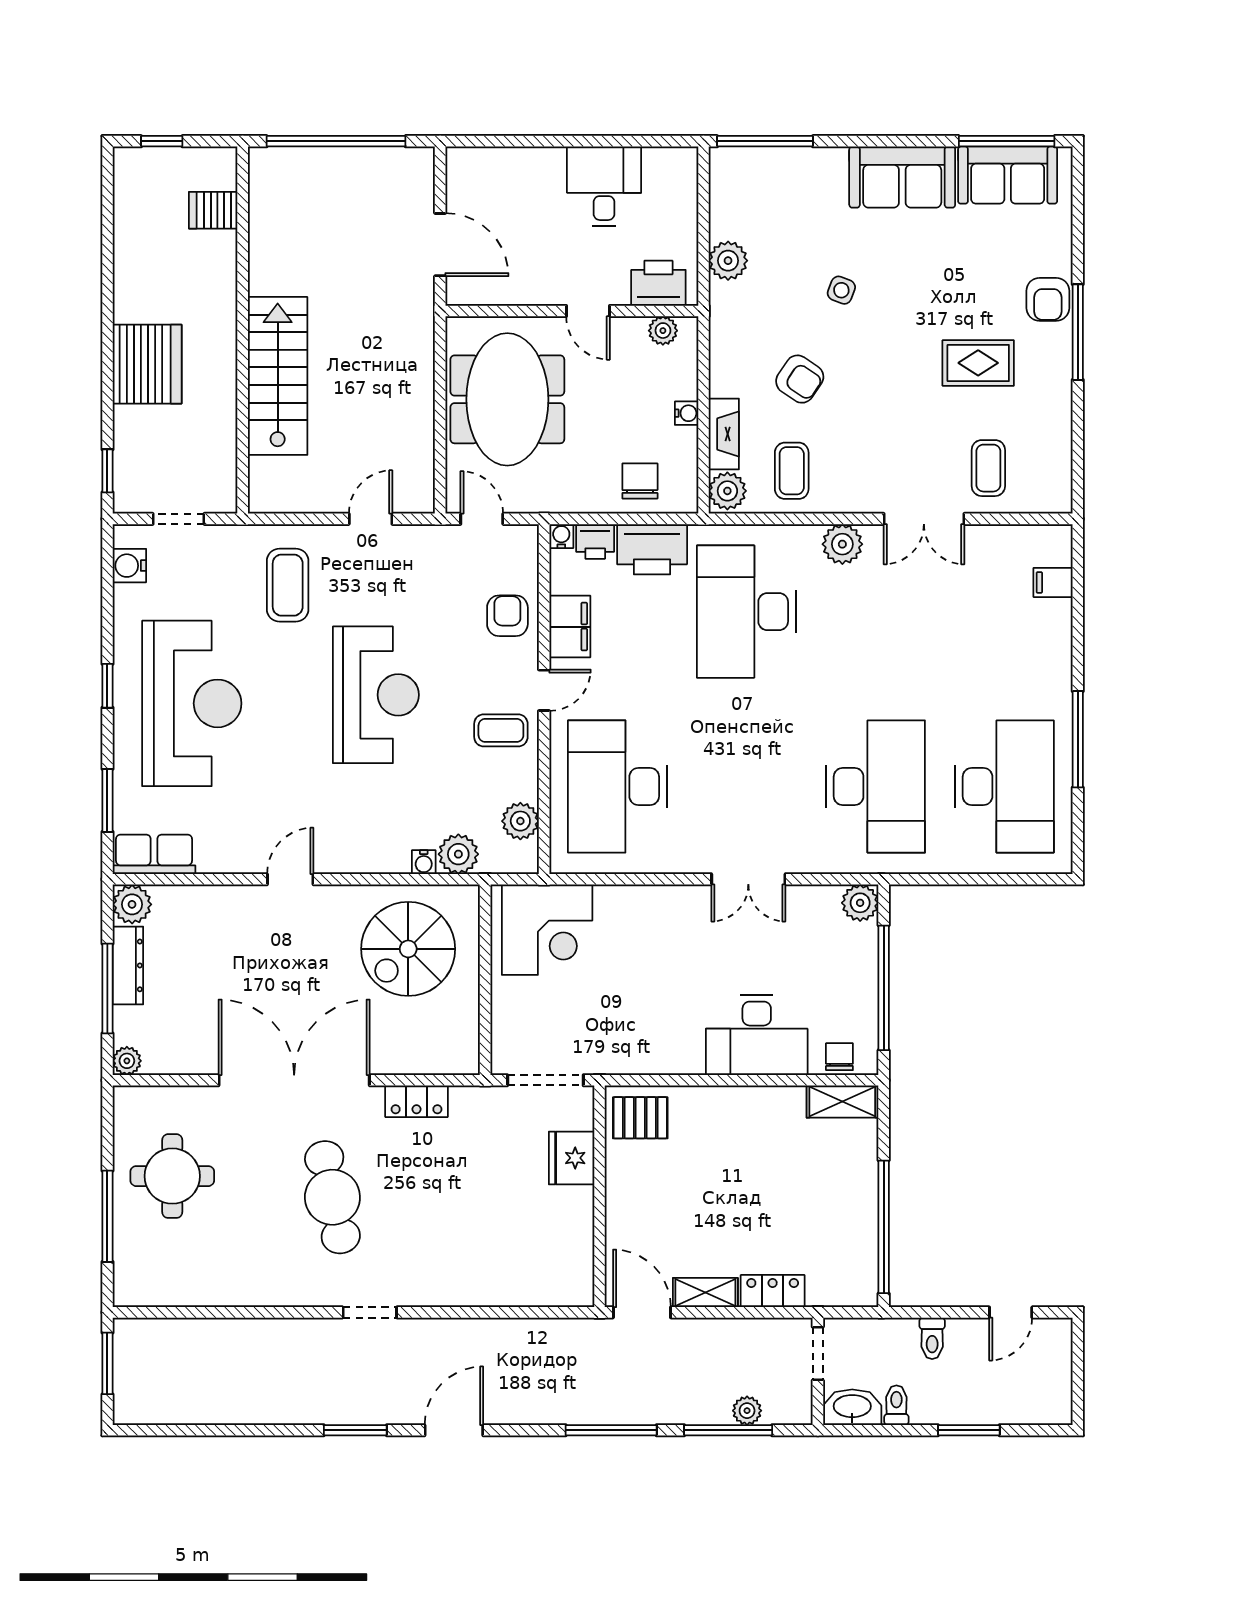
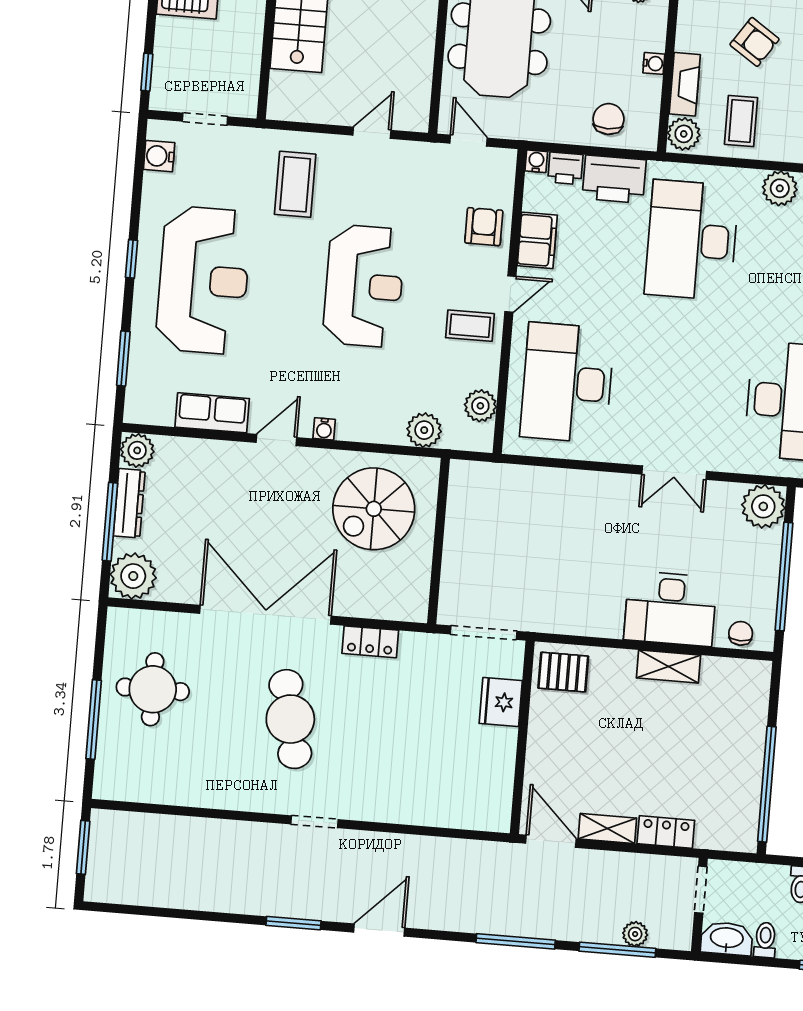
row of seats: (154, 854) -> (212, 413), moved
water cooler: (424, 862) -> (324, 429), moved
plant: (860, 903) -> (763, 506), width x1.36, depth x1.36
corner desk: (547, 930) -> (496, 502), removed
plant: (127, 1061) -> (133, 576), width x1.88, depth x1.88
shelving: (842, 1102) -> (669, 667), moved

